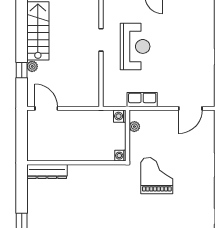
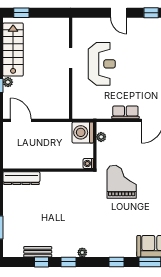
row of seats: (142, 100) -> (125, 112), moved
washing machine: (120, 116) -> (83, 132), width x1.89, depth x1.89

